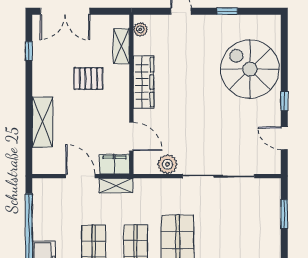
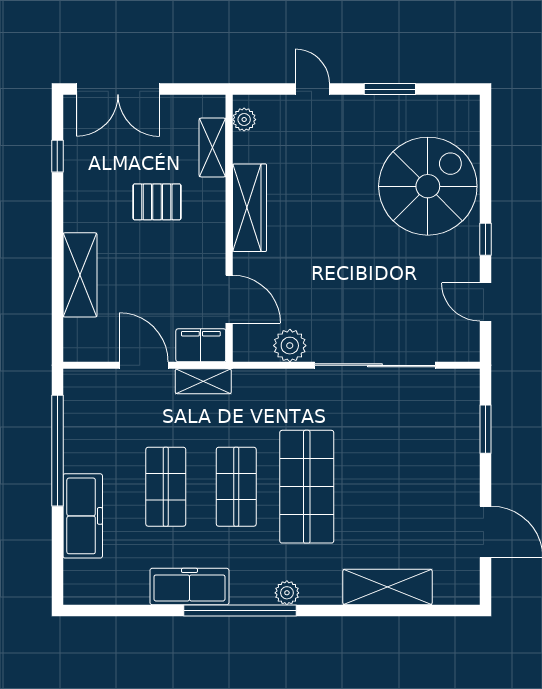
window: (227, 11) -> (390, 89), width x1.50
spiral stairs: (250, 69) -> (428, 186), turned 90

